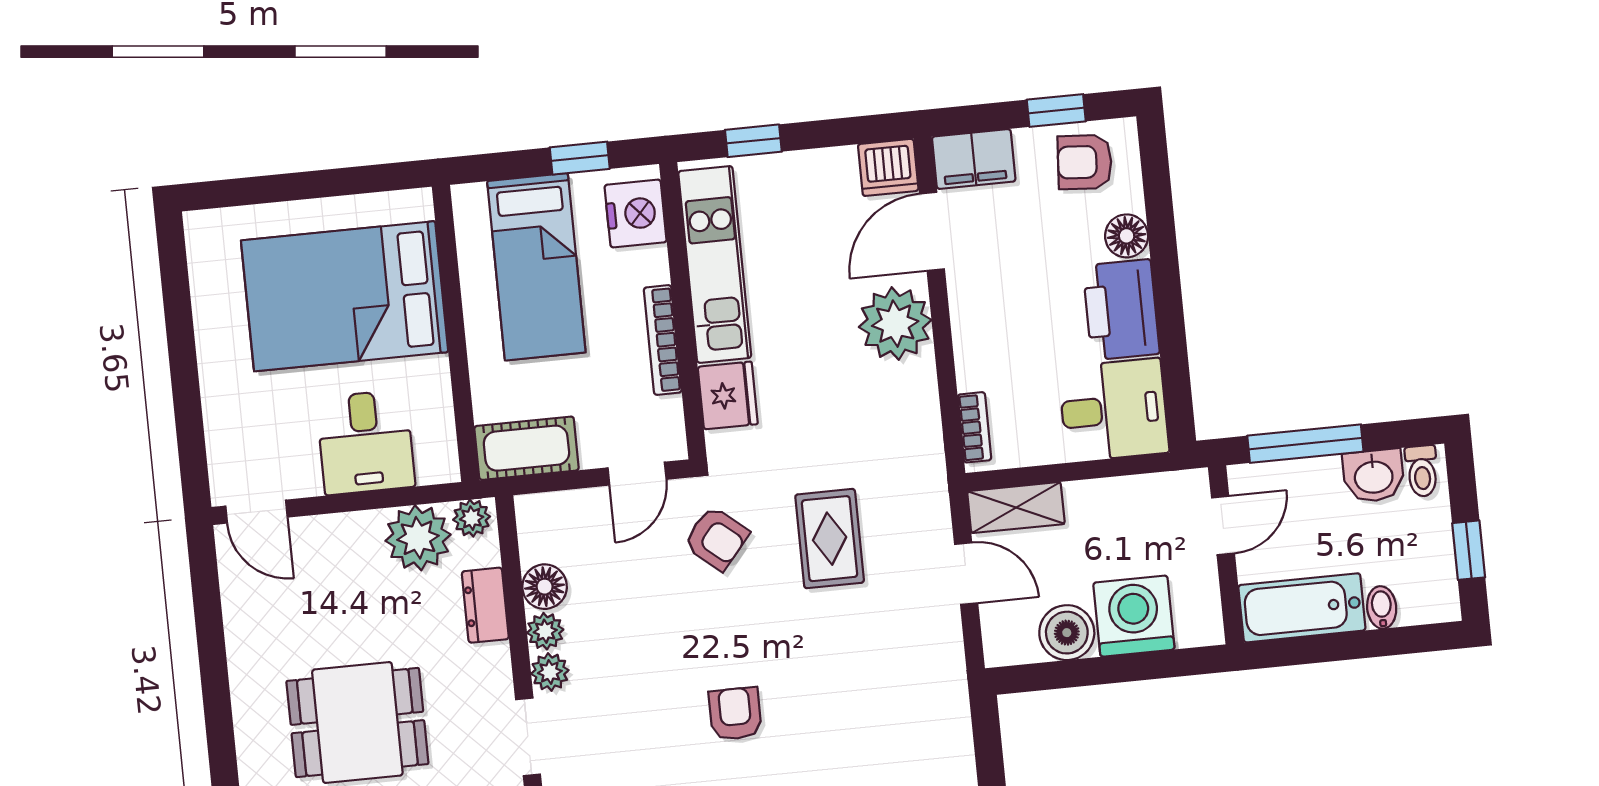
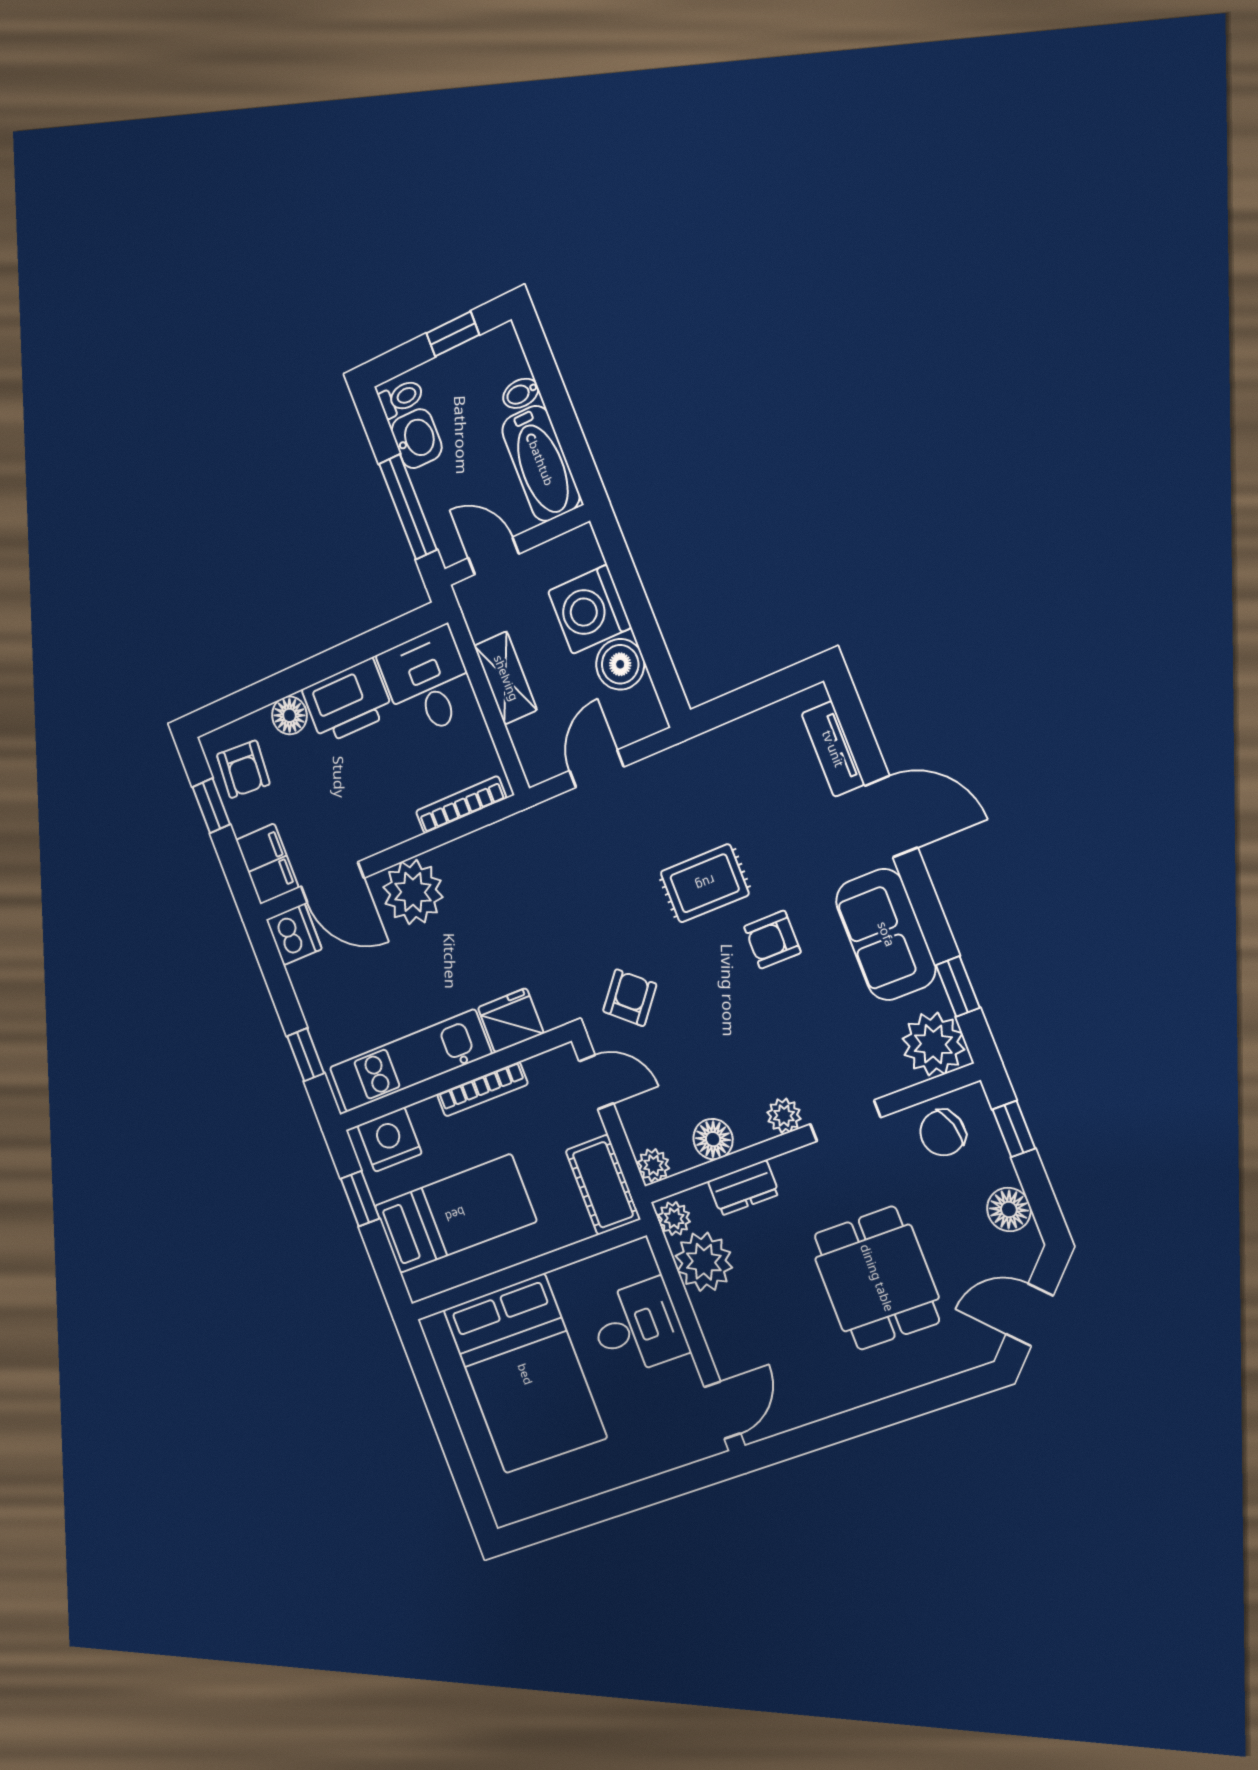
bookcase: (974, 427) -> (461, 805), width x1.56
shelving: (1016, 508) -> (506, 678), moved
rug: (830, 539) -> (705, 883), moved
plant: (545, 631) -> (653, 1165), moved

